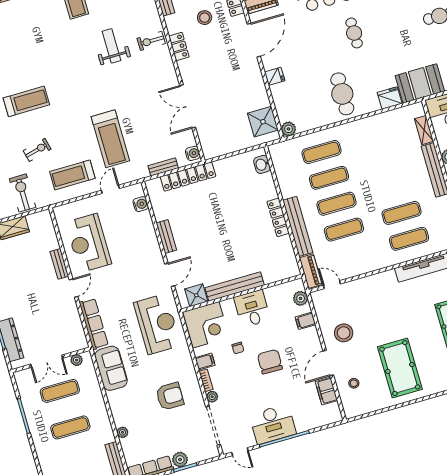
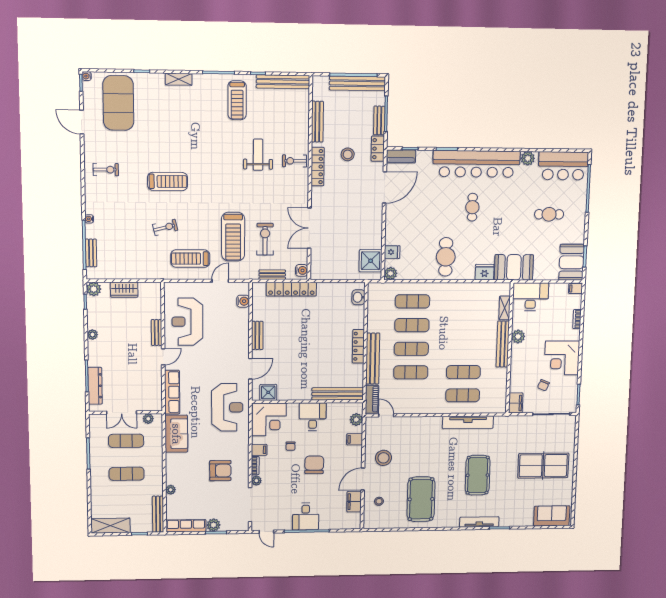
locker: (179, 46) -> (318, 167), width x1.53
fridge: (275, 76) -> (392, 252), moved
exercise bike: (23, 193) -> (265, 239), moved
bench: (235, 286) -> (338, 394), moved
desk: (273, 424) -> (306, 516), width x0.73

